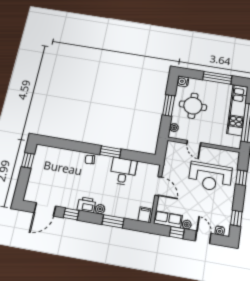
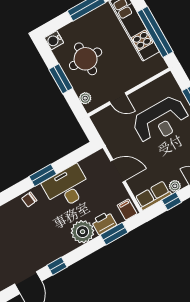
desk: (123, 171) -> (67, 187), width x1.37
printer: (86, 205) -> (104, 223), moved
plant: (100, 209) -> (83, 232), width x1.87, depth x1.87
window: (113, 221) -> (114, 234), moved

